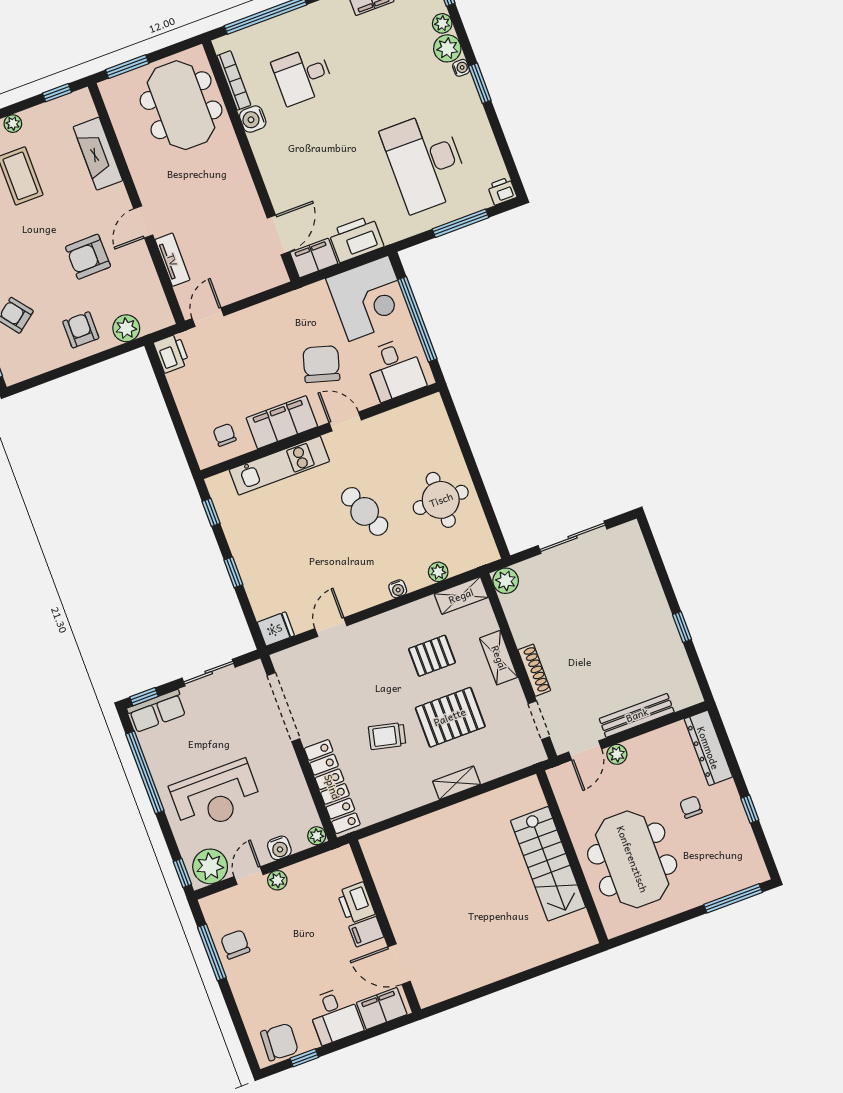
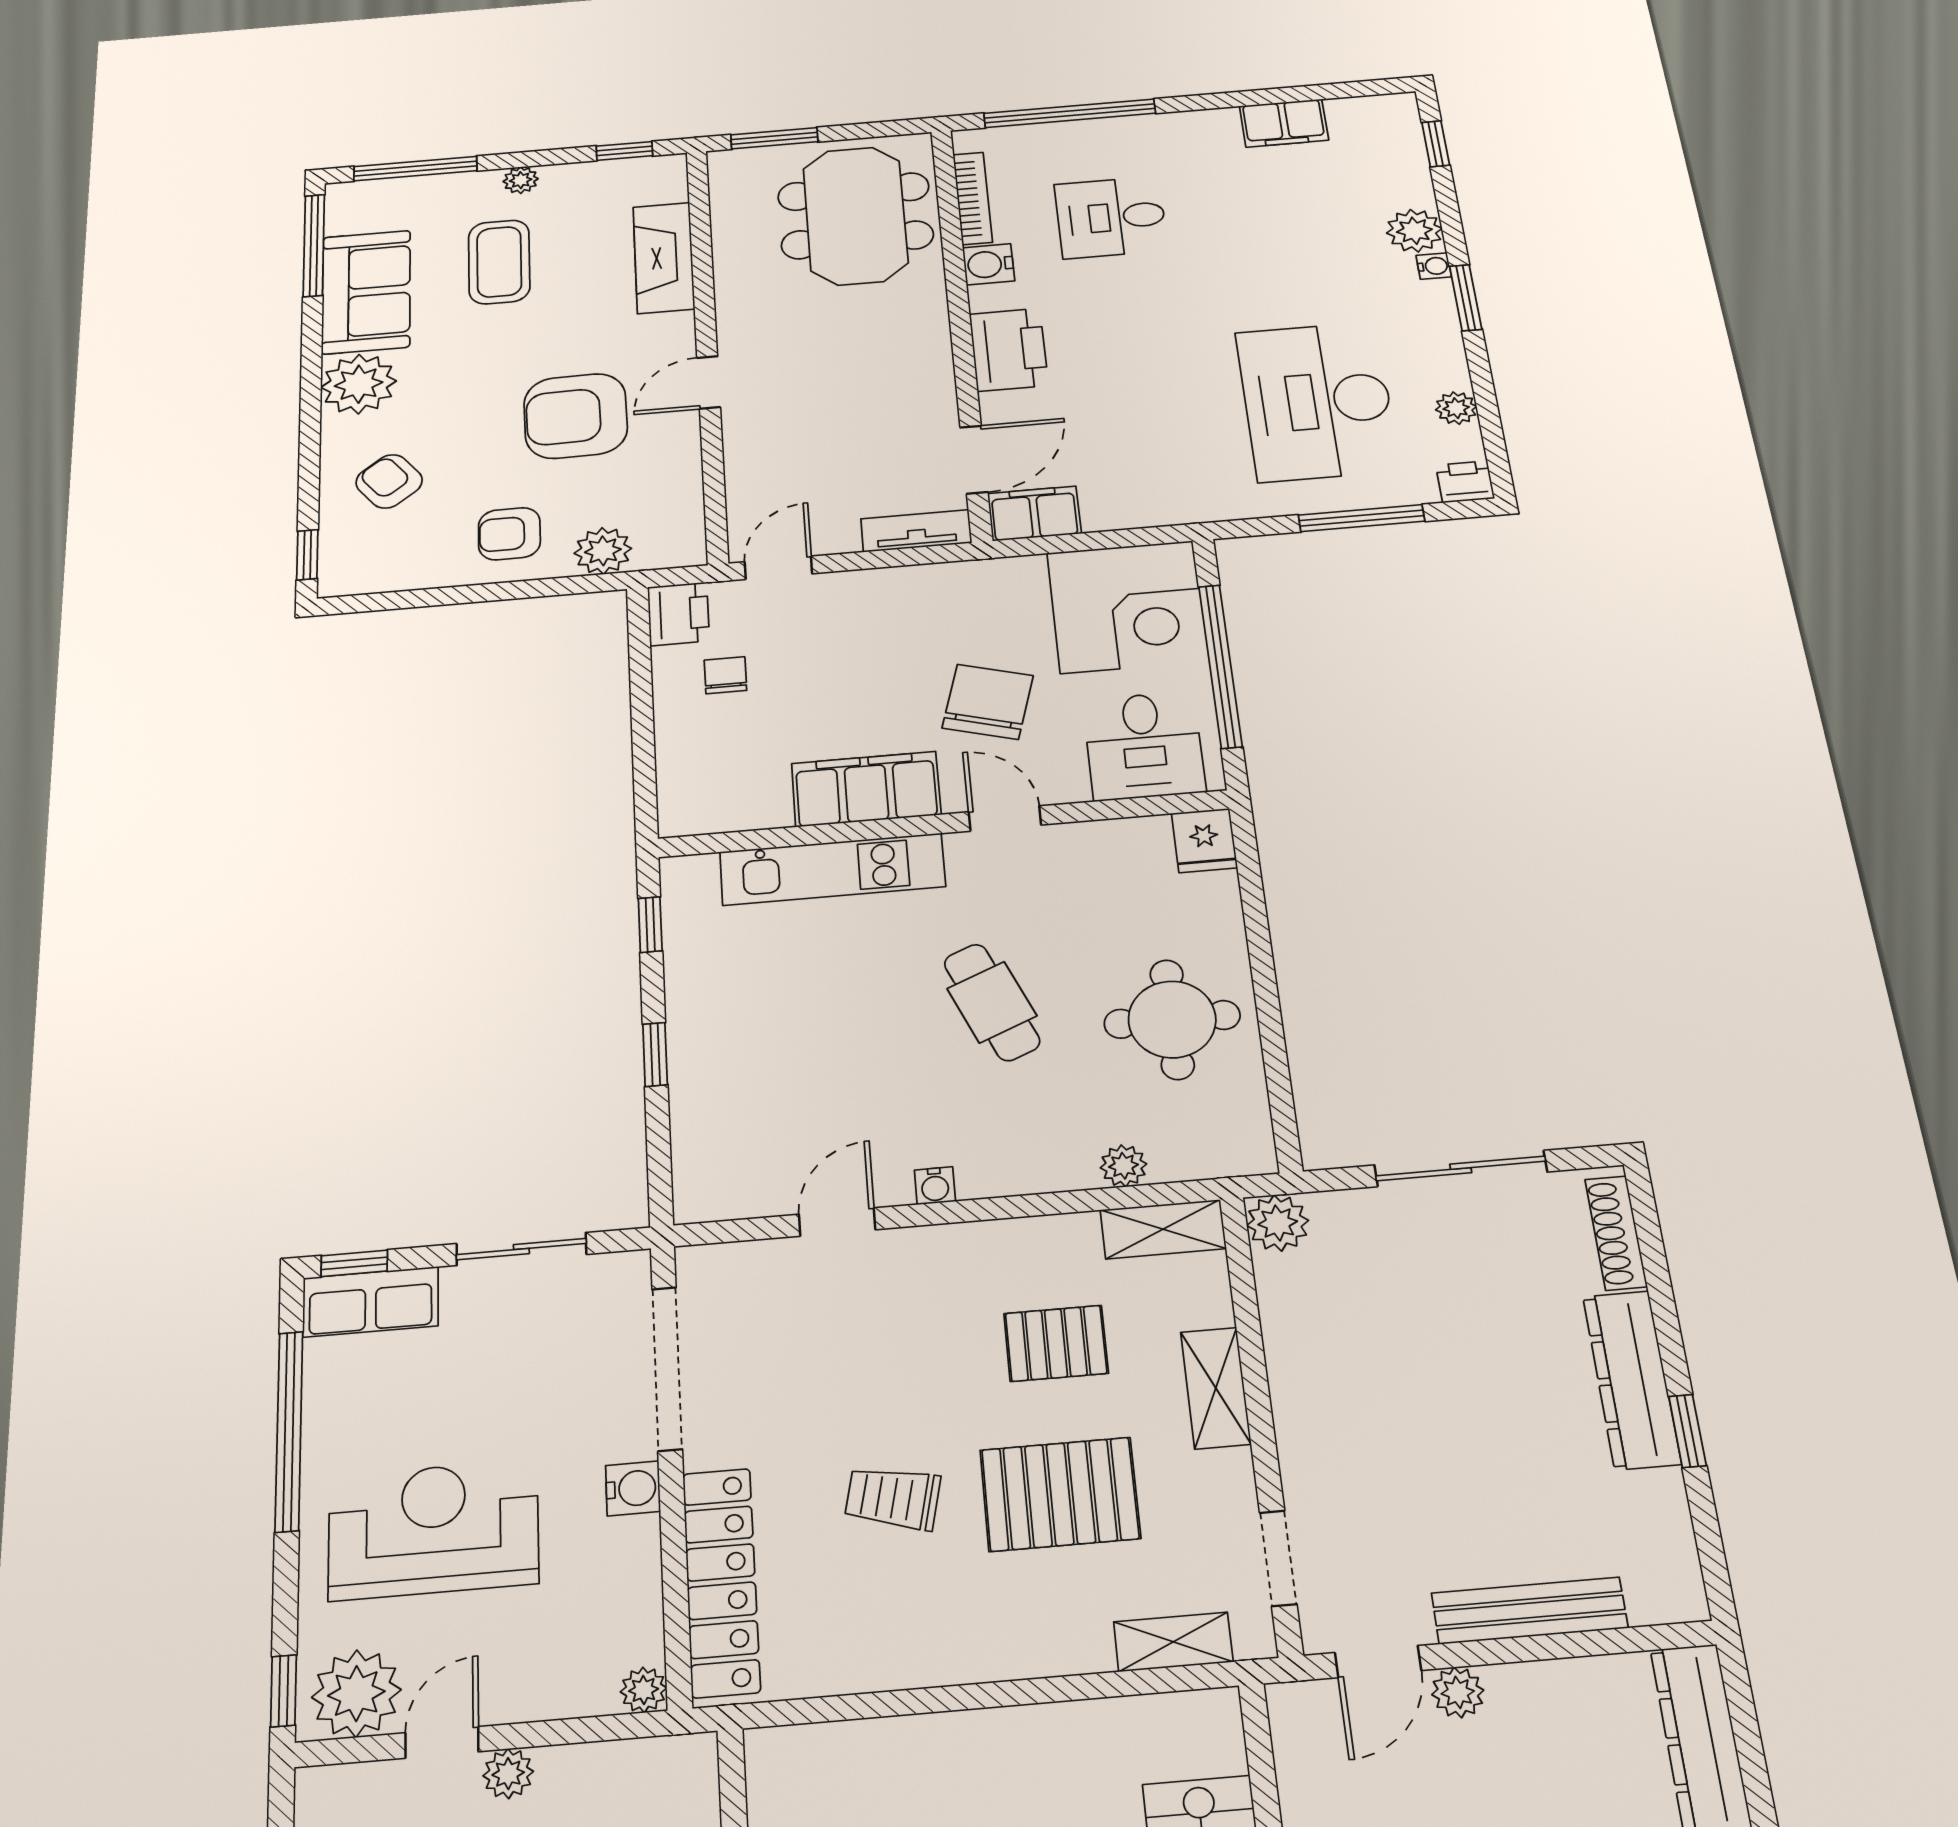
plant: (442, 23) -> (1456, 408), moved
printer: (356, 239) -> (1009, 350), moved, turned 90
armchair: (88, 257) -> (576, 416), width x1.36, depth x1.36
tv unit: (172, 260) -> (916, 531), moved, turned -90
armchair: (81, 330) -> (509, 534), turned -90
chair: (225, 435) -> (725, 675), moved
water cooler: (398, 589) -> (935, 1186), moved
dresser: (657, 611) -> (1632, 1380), added
fridge: (276, 629) -> (1204, 840), moved, turned 90
shoe rack: (534, 670) -> (1616, 1233), moved, turned 180
shelving: (456, 783) -> (1173, 1642), moved
reception desk: (216, 796) -> (433, 1530), turned 180
water cooler: (279, 848) -> (633, 1488), moved, turned -90

